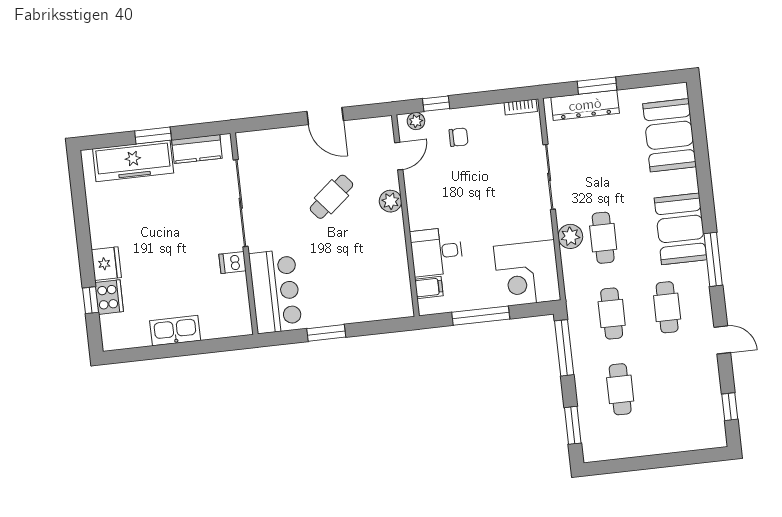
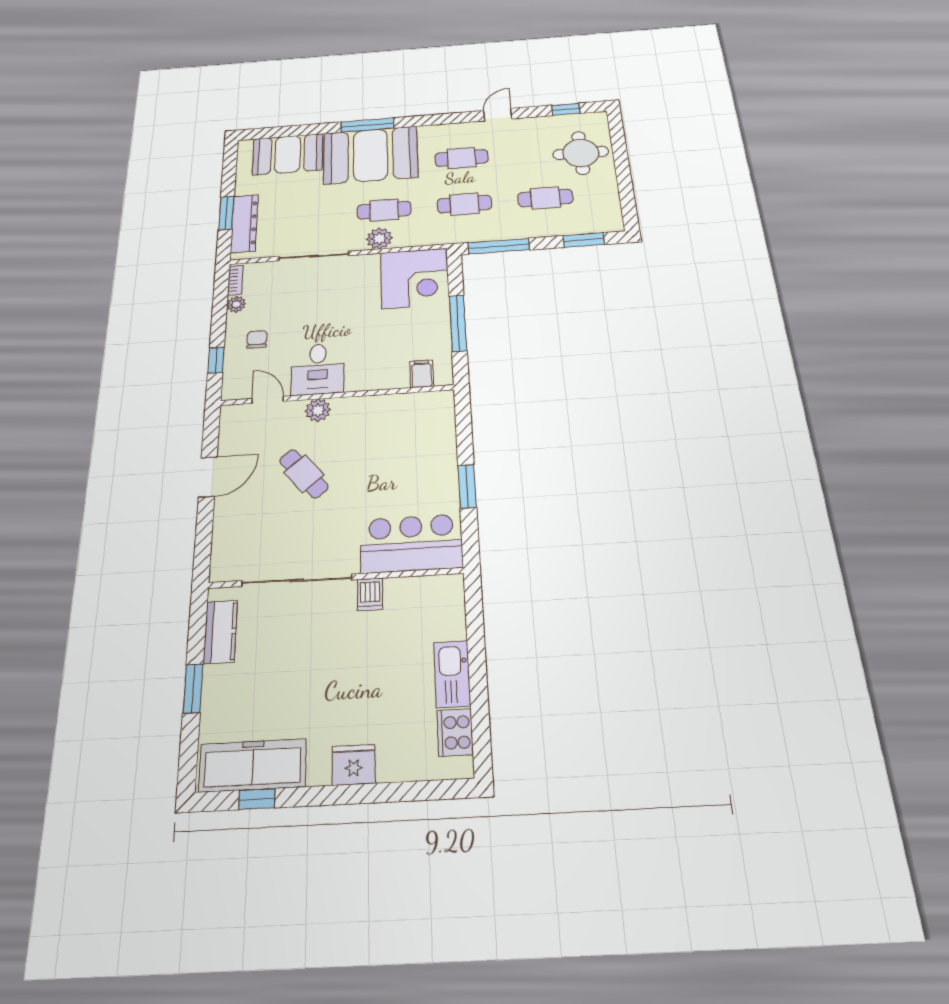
plant: (416, 121) -> (236, 304), moved
freezer: (133, 161) -> (253, 765), moved, turned -90
booth: (680, 229) -> (370, 155), width x1.36, depth x1.42
desk: (437, 252) -> (318, 369), moved
window: (713, 259) -> (368, 125), moved
cooker: (109, 297) -> (455, 732), moved, turned -90
window: (90, 300) -> (257, 799), moved
round table: (675, 422) -> (581, 153), added

